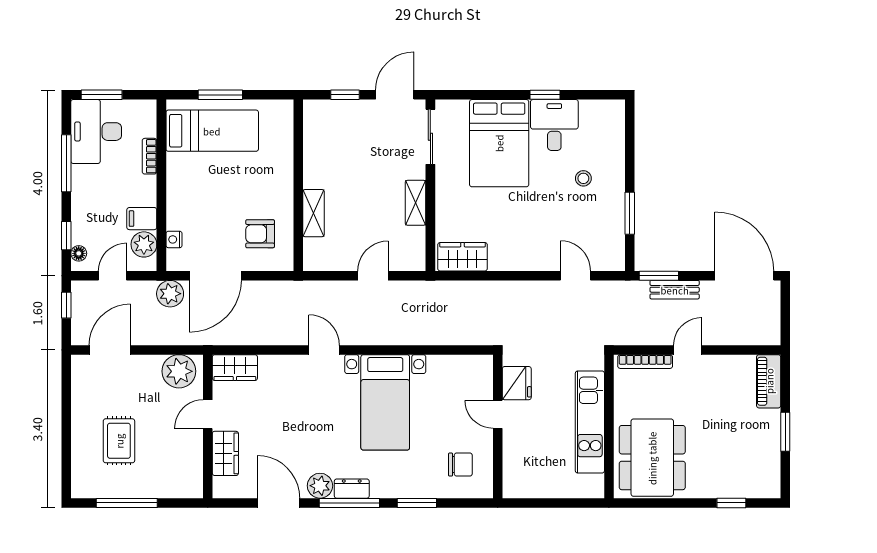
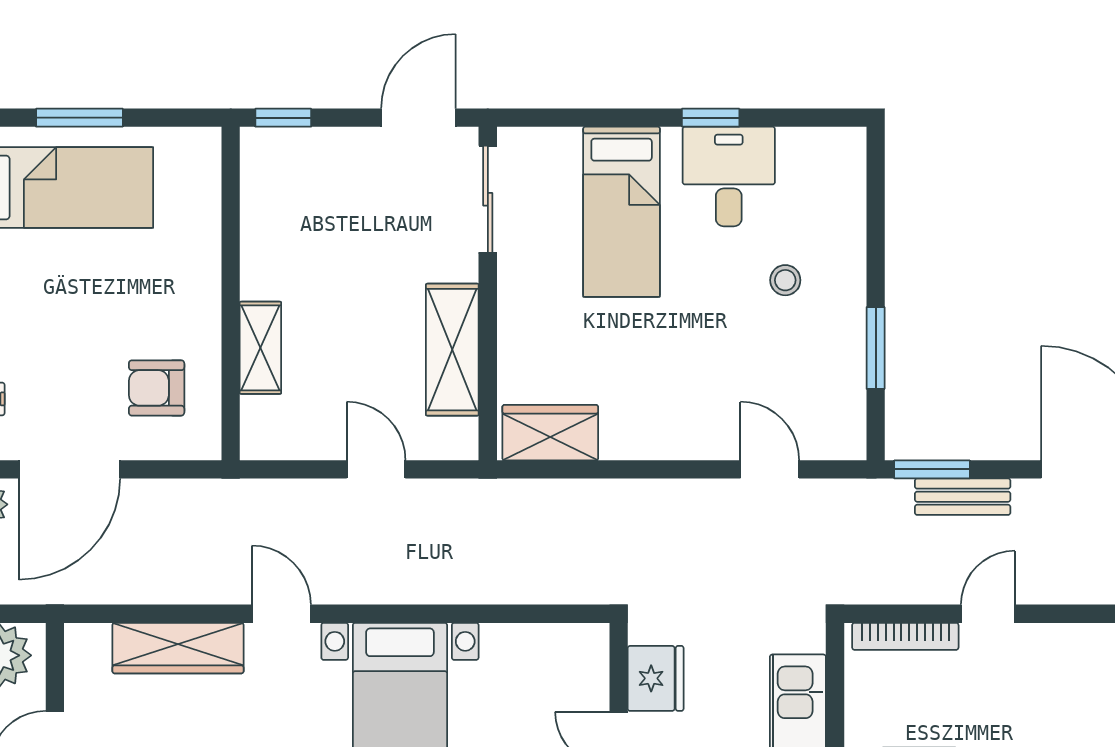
window: (345, 95) -> (283, 118), moved
bed: (499, 143) -> (622, 212), width x0.67
shelving: (416, 203) -> (452, 350), width x1.50, depth x1.33
door: (373, 276) -> (376, 469), hinge flipped
wardrobe: (235, 368) -> (178, 648), moved, width x1.50

